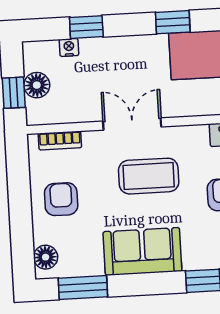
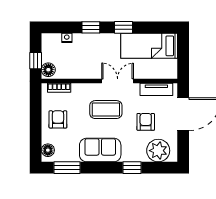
window: (86, 27) -> (91, 27), moved
floor lamp: (37, 85) -> (48, 70), moved
double door: (132, 124) -> (118, 81), moved

